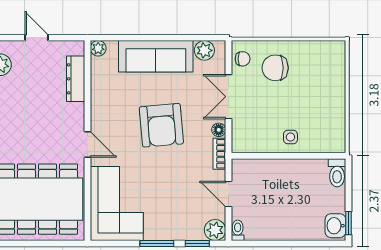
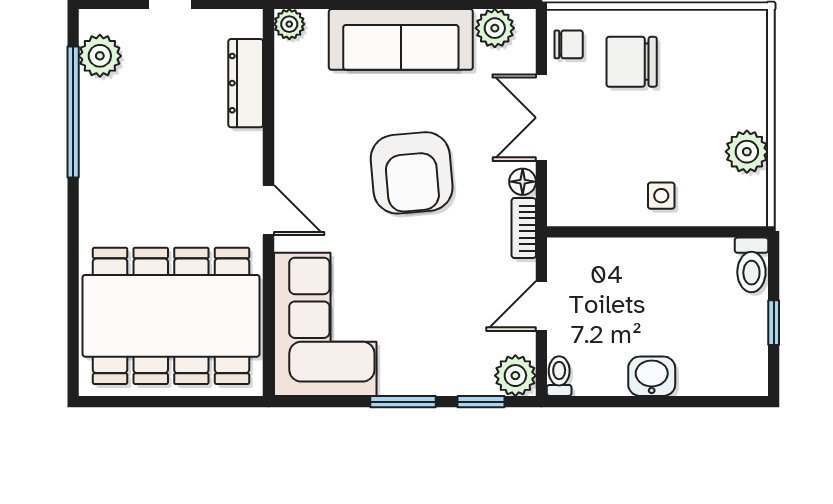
plant: (335, 114) -> (747, 152), added
door: (228, 194) -> (541, 306), hinge flipped
window: (349, 223) -> (774, 323), moved
washbasin: (335, 226) -> (652, 376), moved, turned 90

